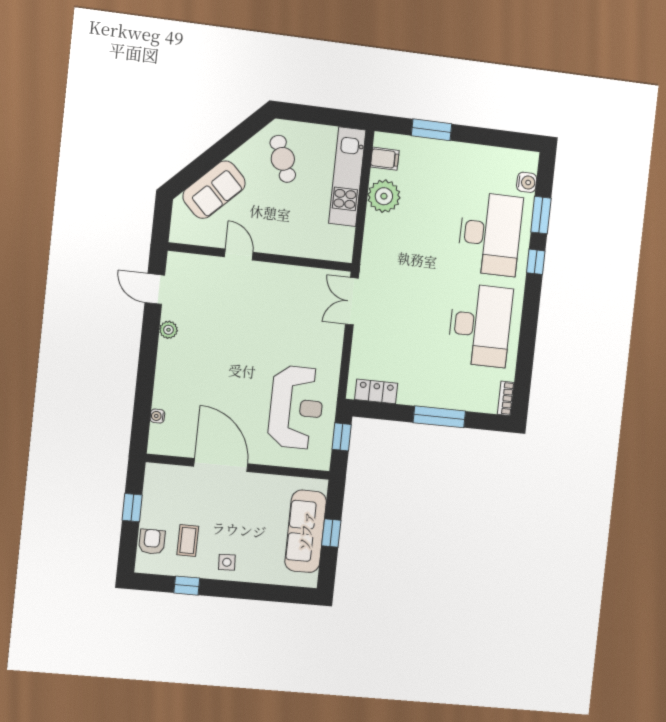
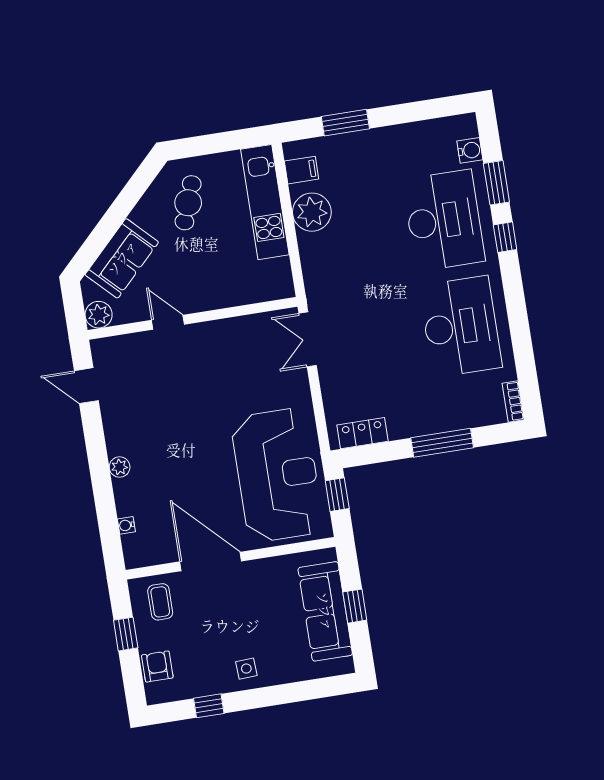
cafe table: (283, 159) -> (188, 203), turned 42
plant: (181, 232) -> (99, 315), added
plant: (168, 330) -> (120, 467), moved
reception desk: (296, 407) -> (277, 475), width x1.36, depth x1.30
coffee table: (188, 540) -> (160, 602), moved

